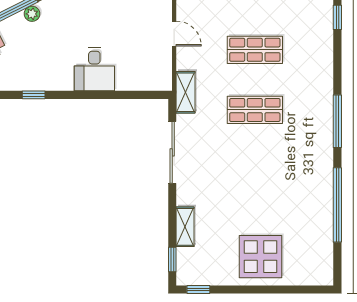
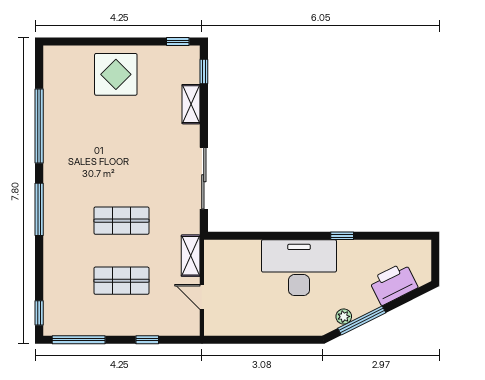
desk: (94, 69) -> (299, 268), width x1.87, depth x1.30
shelving: (186, 92) -> (191, 256), moved

